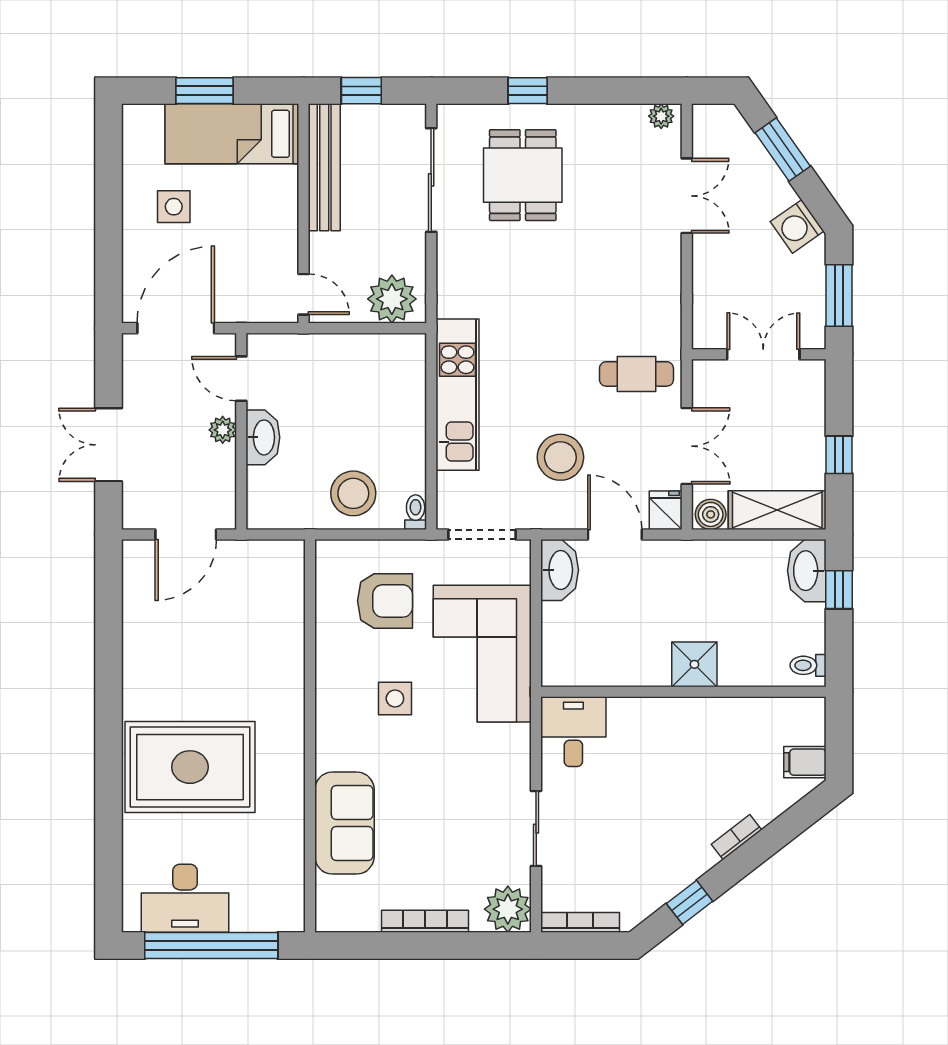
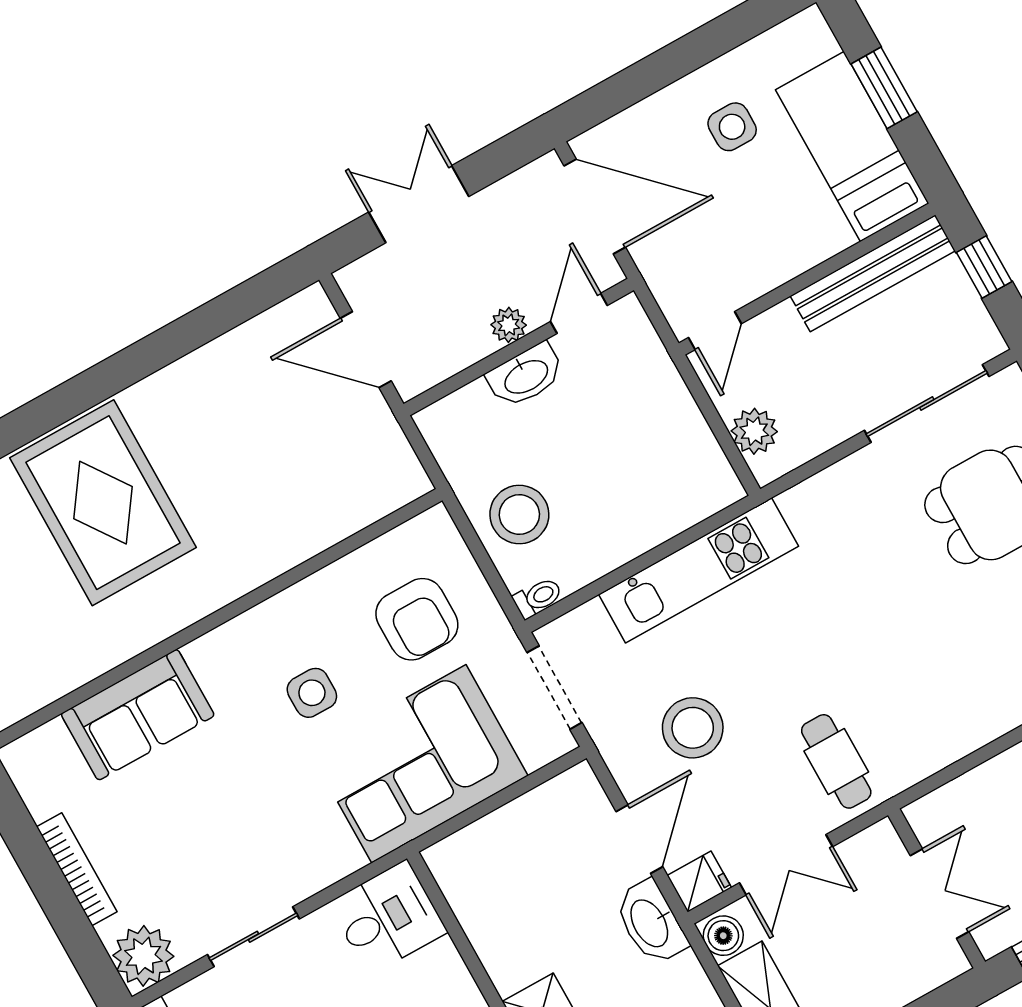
plant: (392, 299) -> (754, 431), width x0.73, depth x0.73
washbasin: (560, 570) -> (651, 923), moved, turned 90

